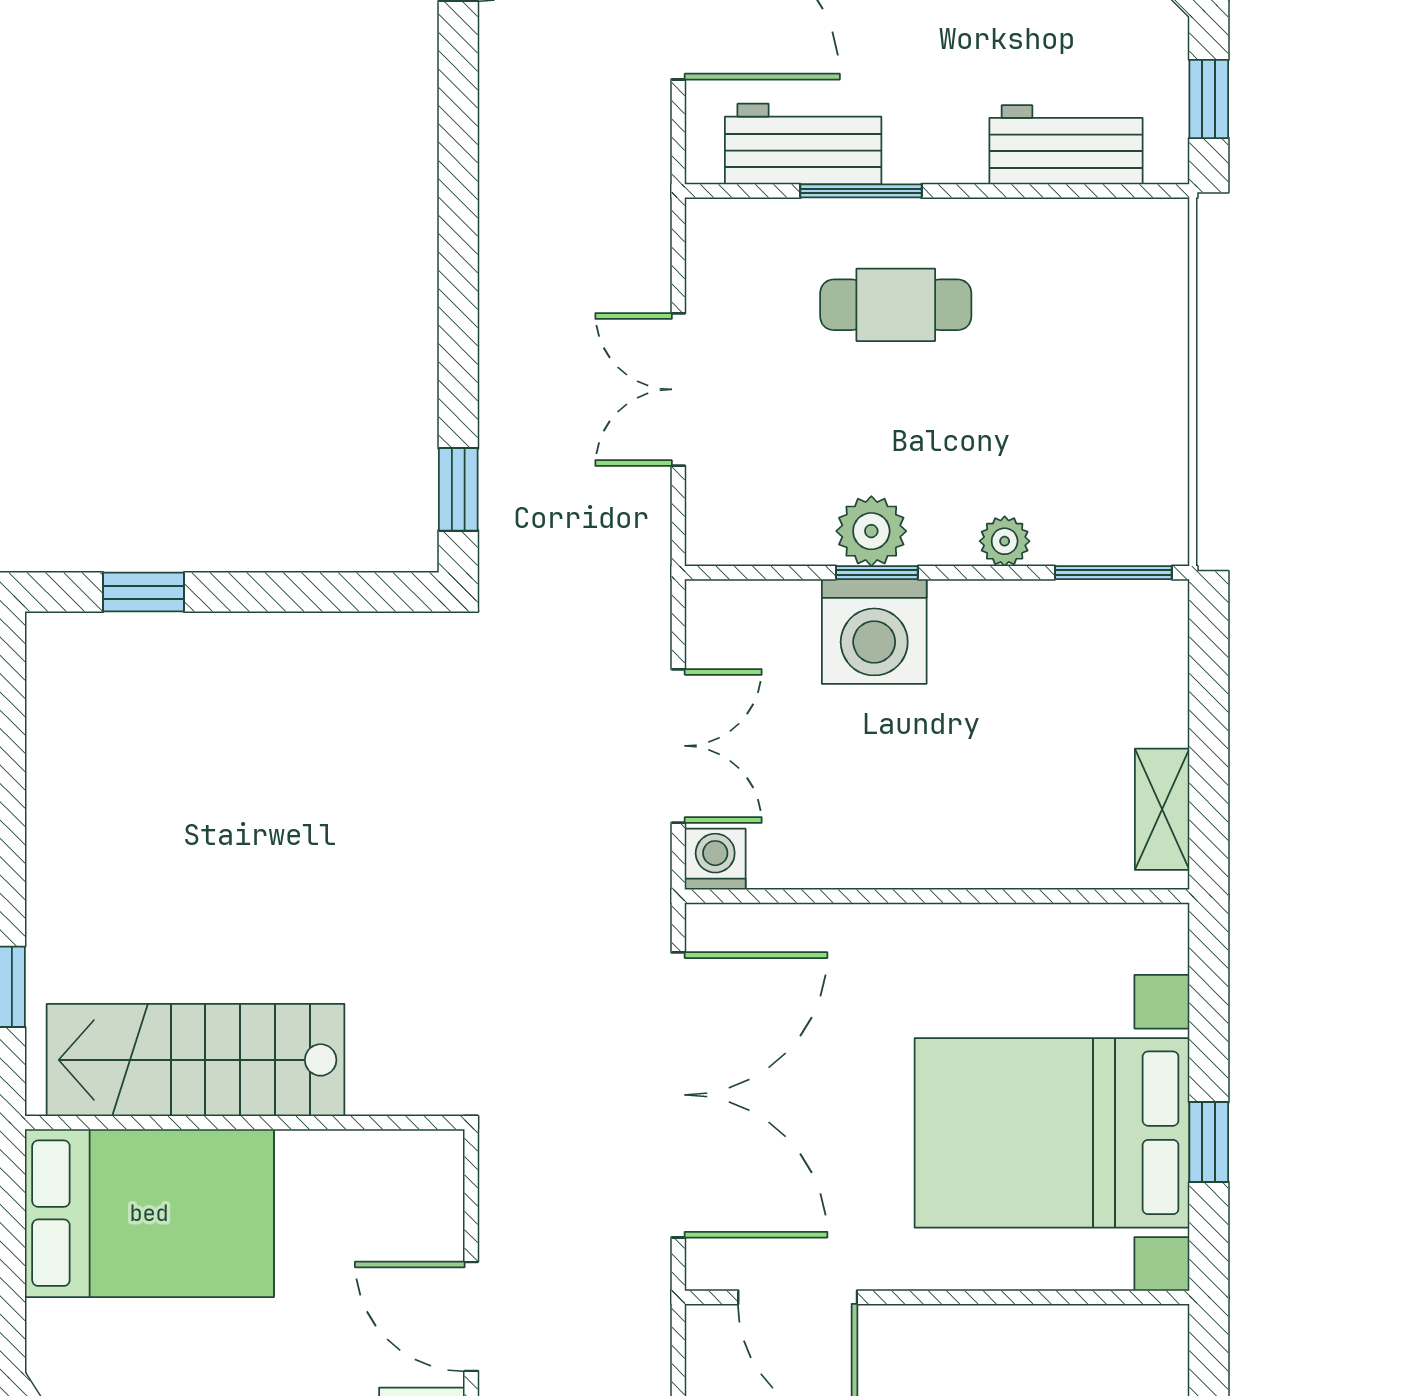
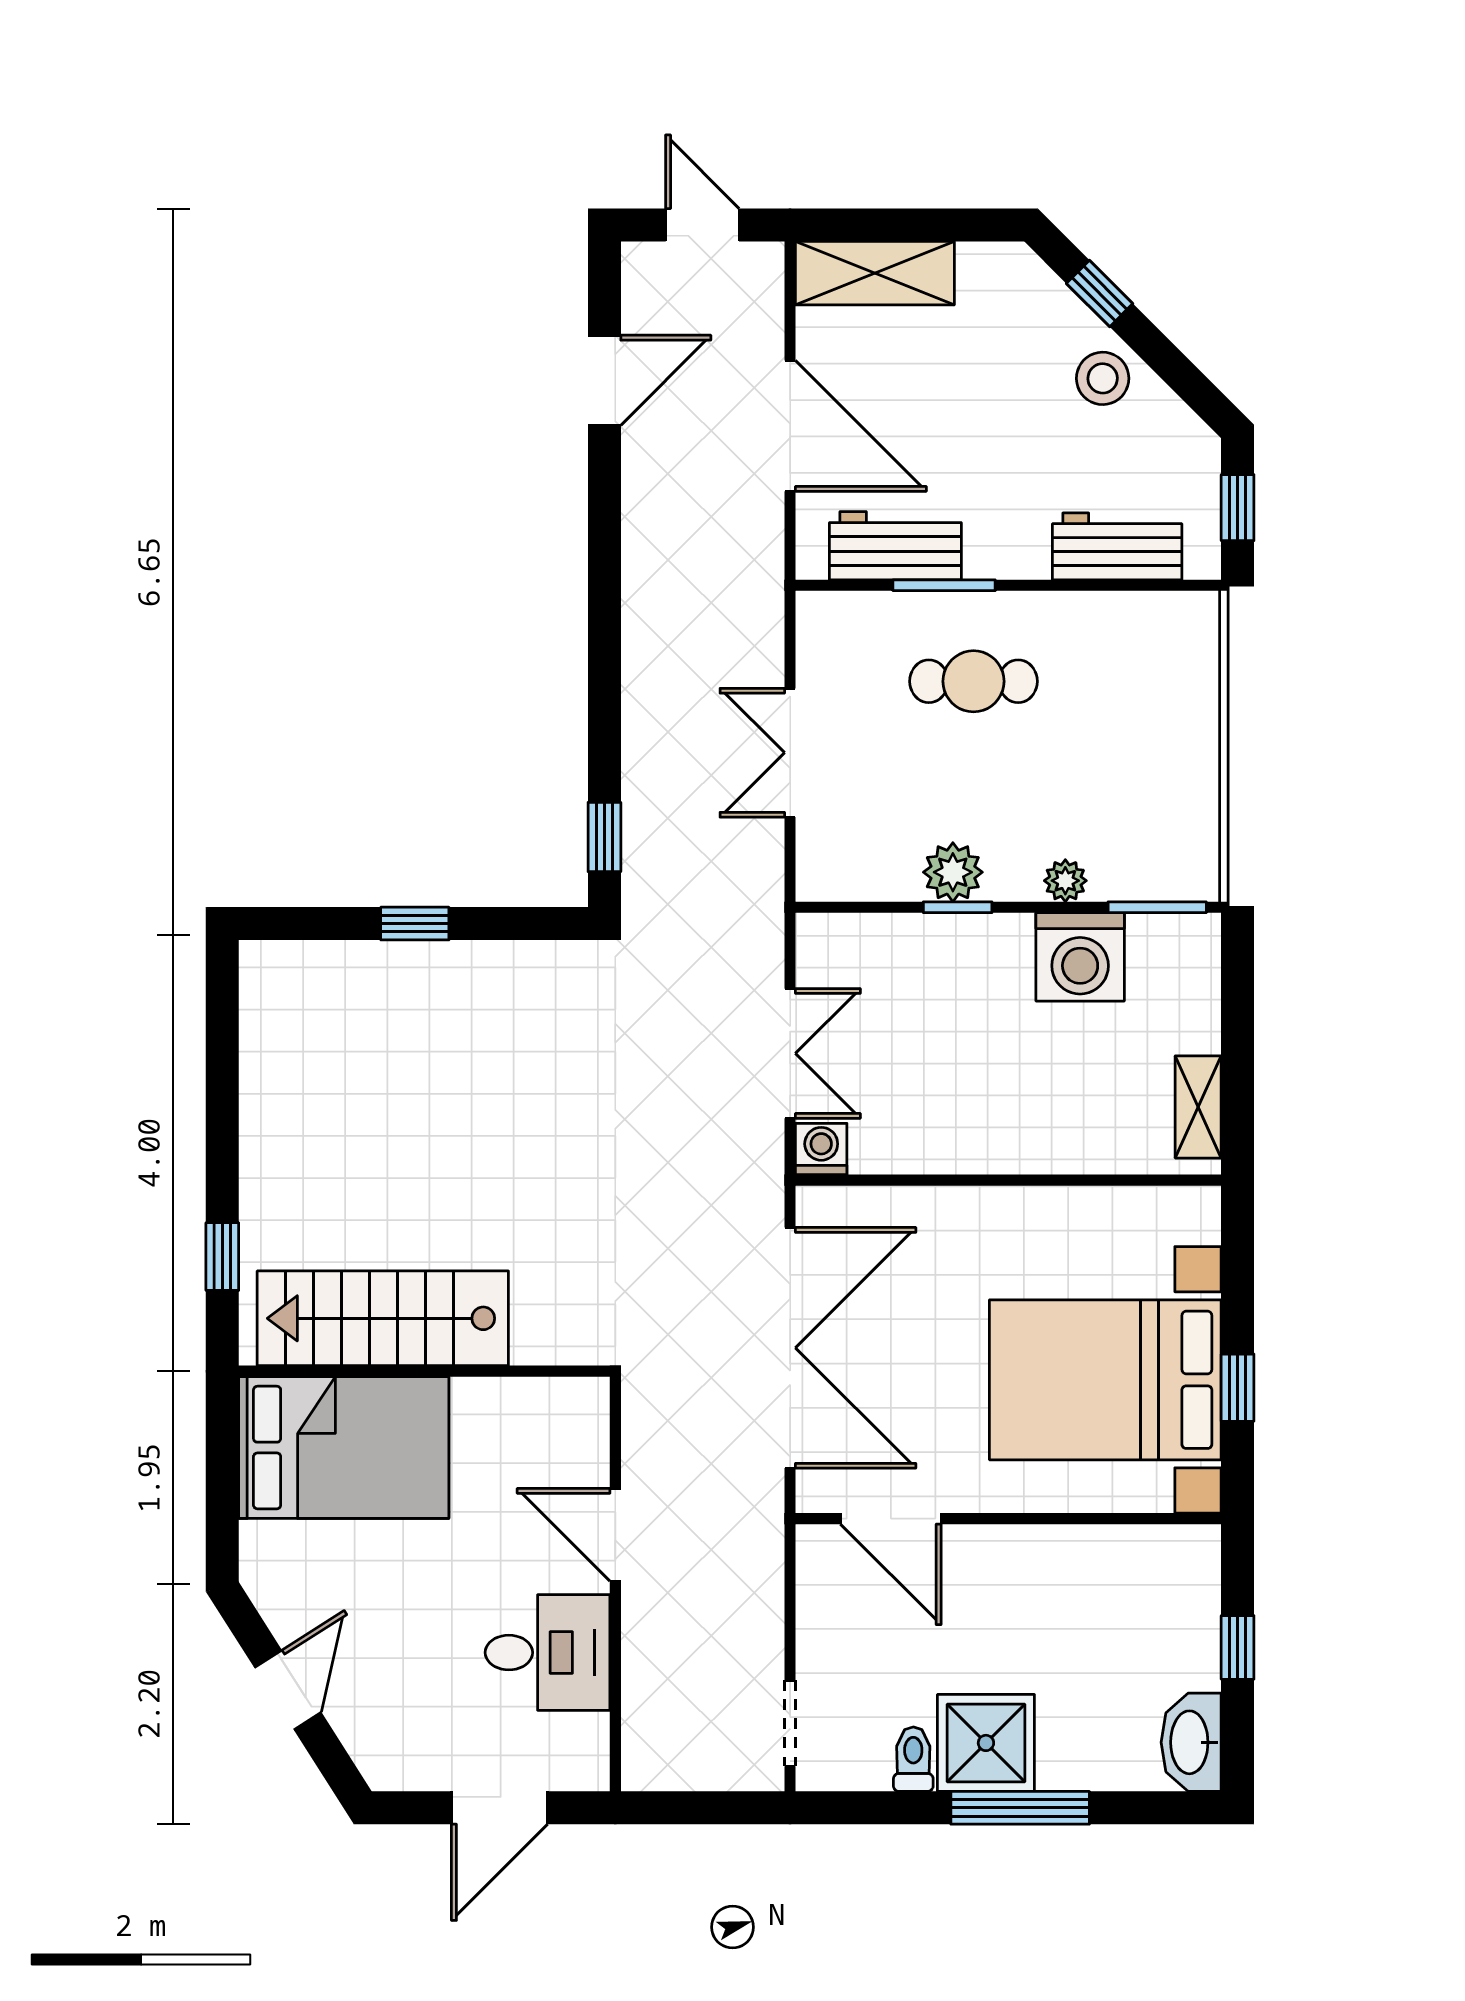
window: (144, 592) -> (415, 924), moved
washing machine: (874, 631) -> (1080, 957), moved

